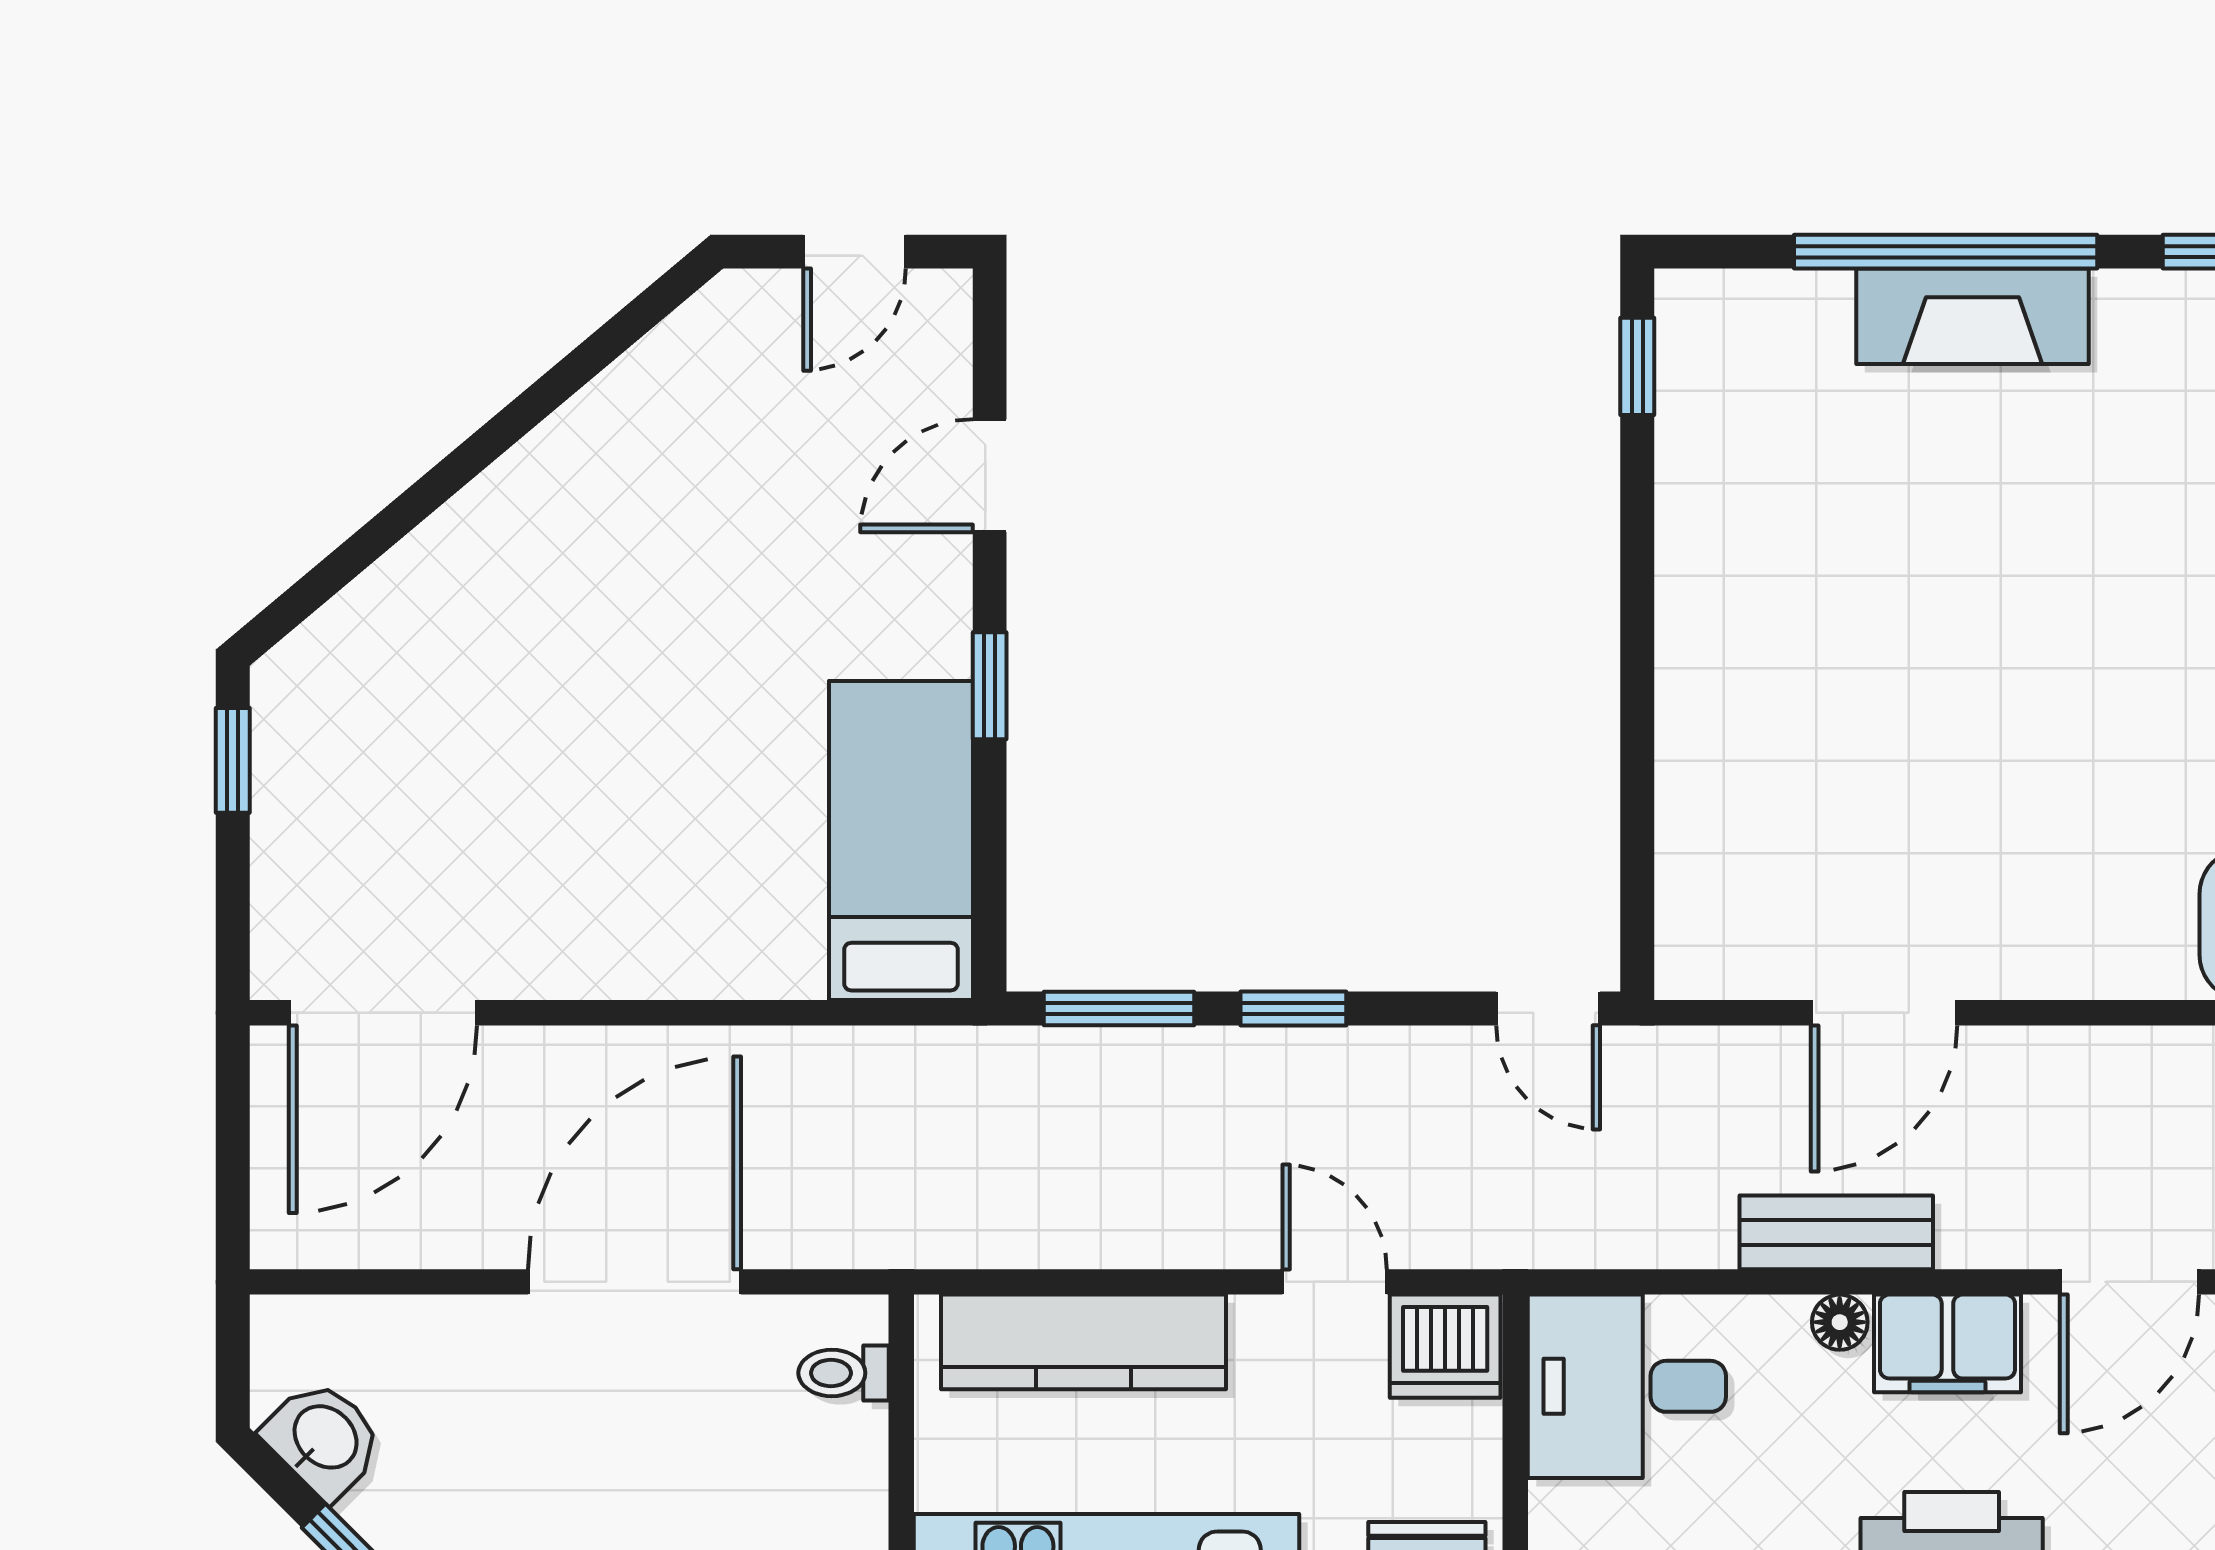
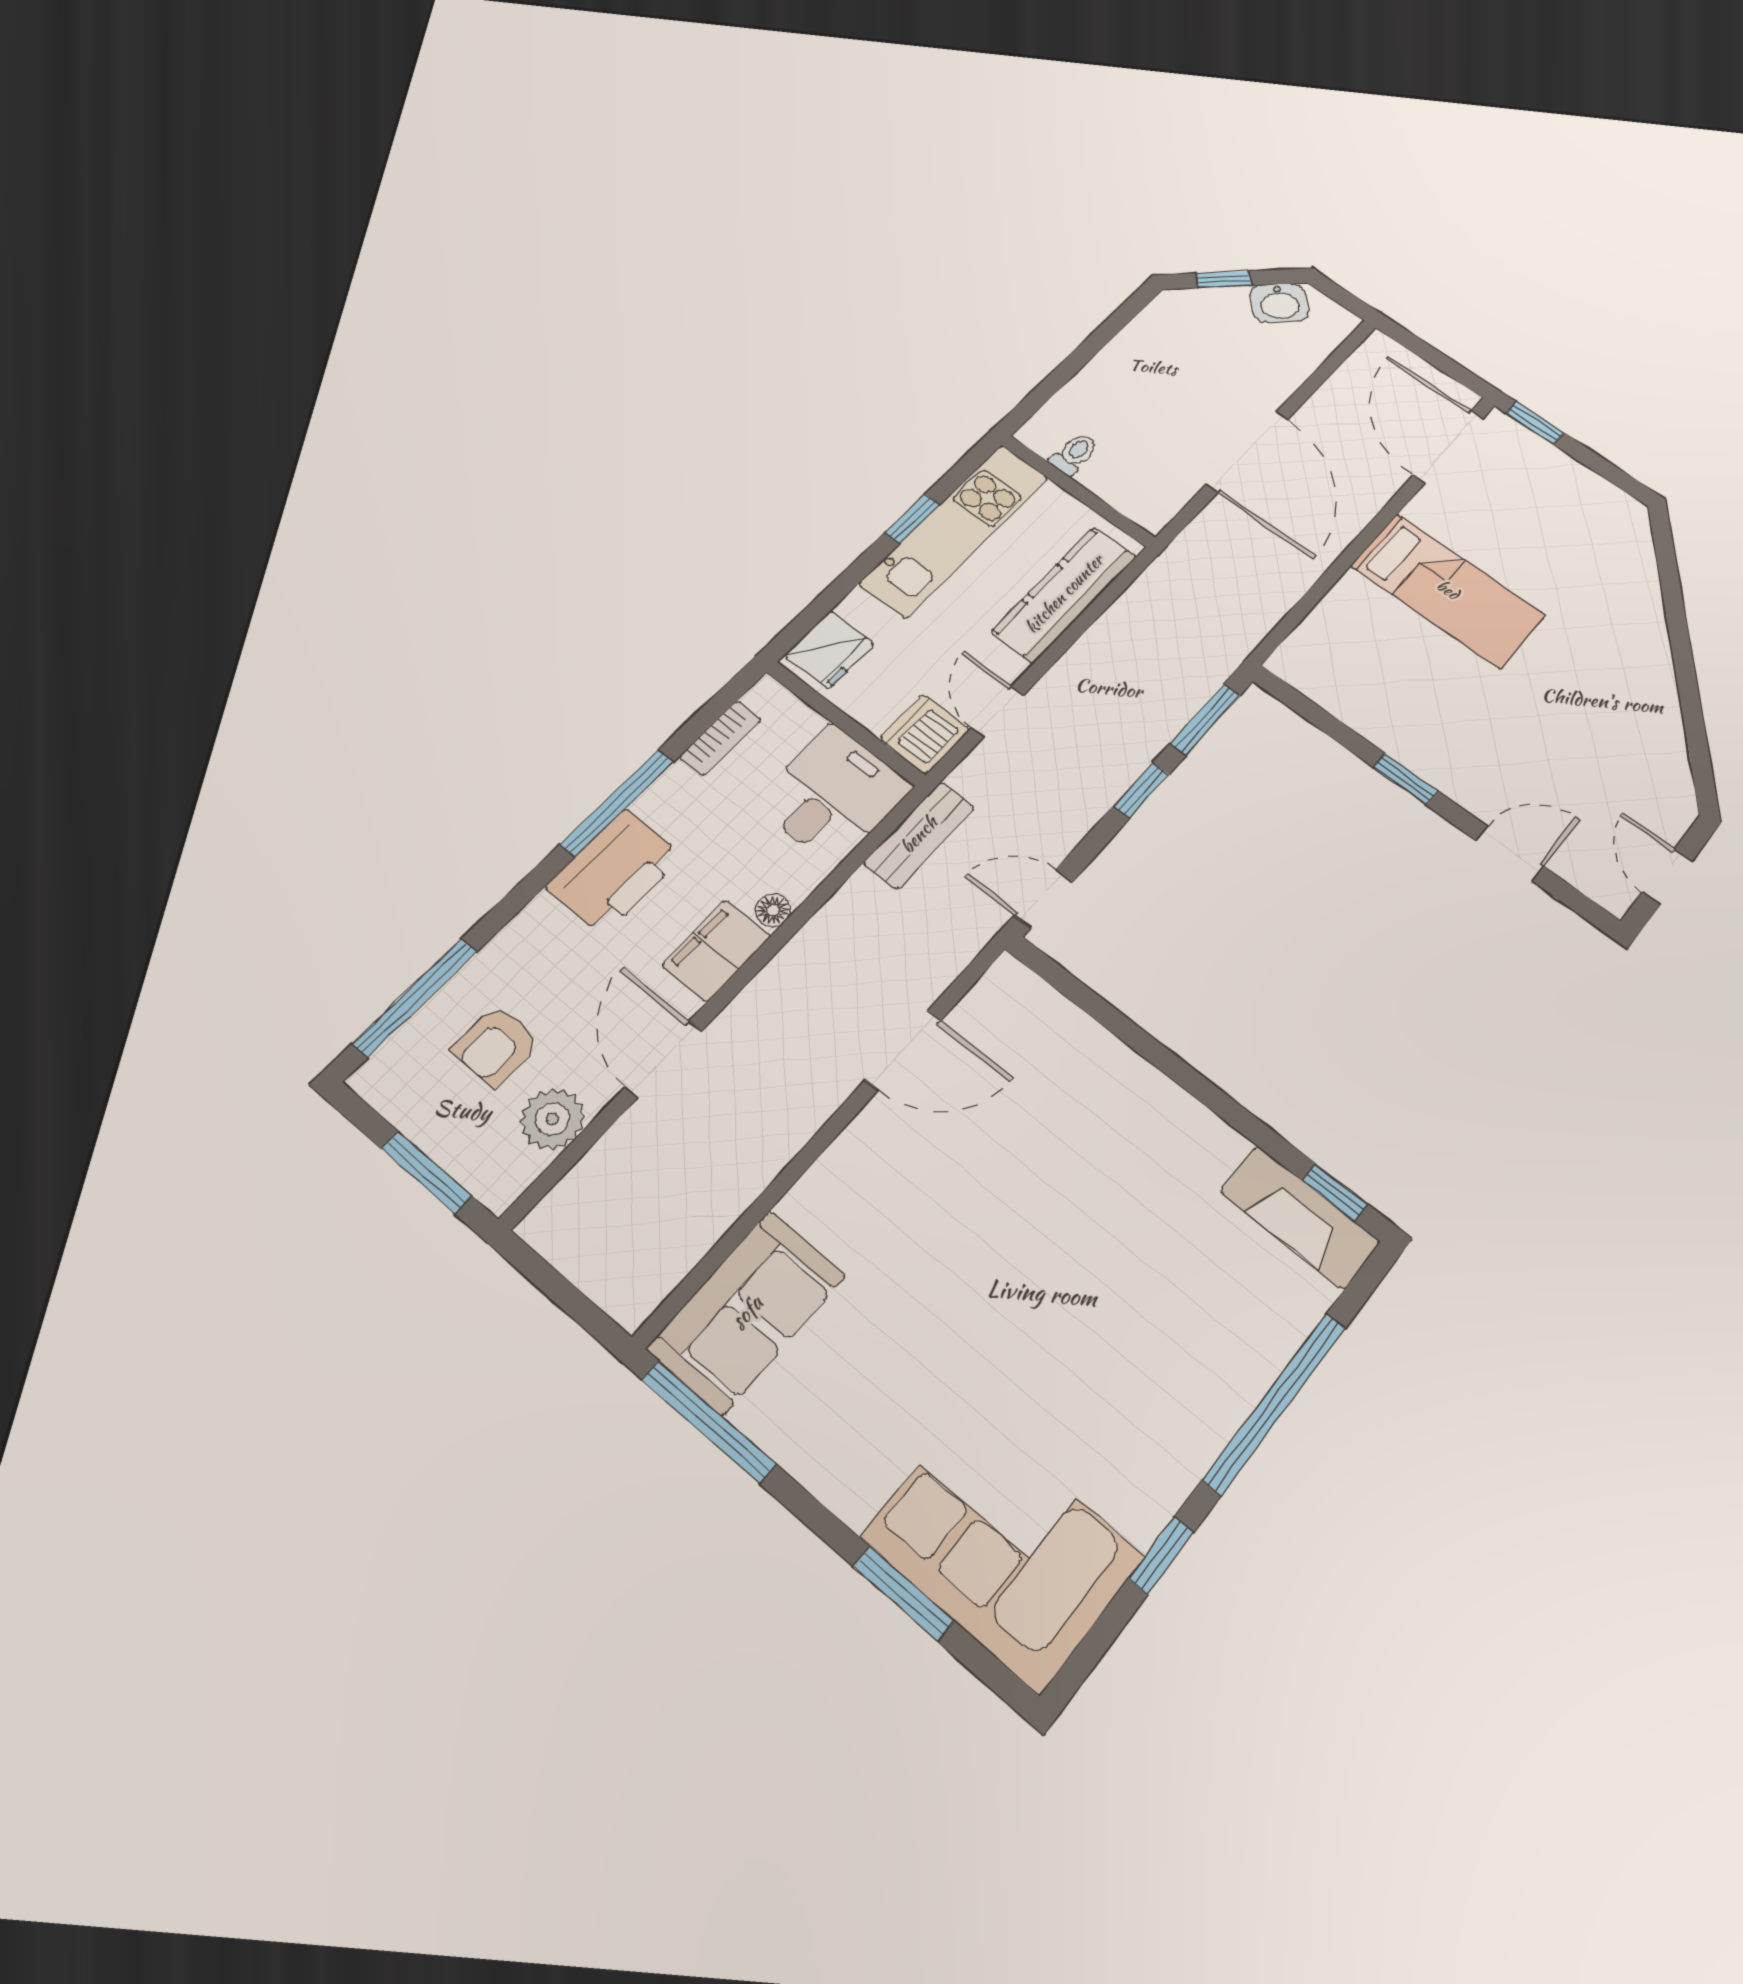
fireplace: (1973, 316) -> (1300, 1217), moved, turned -90
door: (990, 476) -> (1510, 853), hinge flipped
window: (233, 760) -> (1535, 423), moved
bed: (901, 840) -> (1448, 590), moved
door: (1884, 1013) -> (903, 1050), swing flipped
bench: (1836, 1232) -> (919, 835), moved
door: (1335, 1282) -> (997, 712), swing flipped
toilet: (844, 1373) -> (1074, 454), moved

